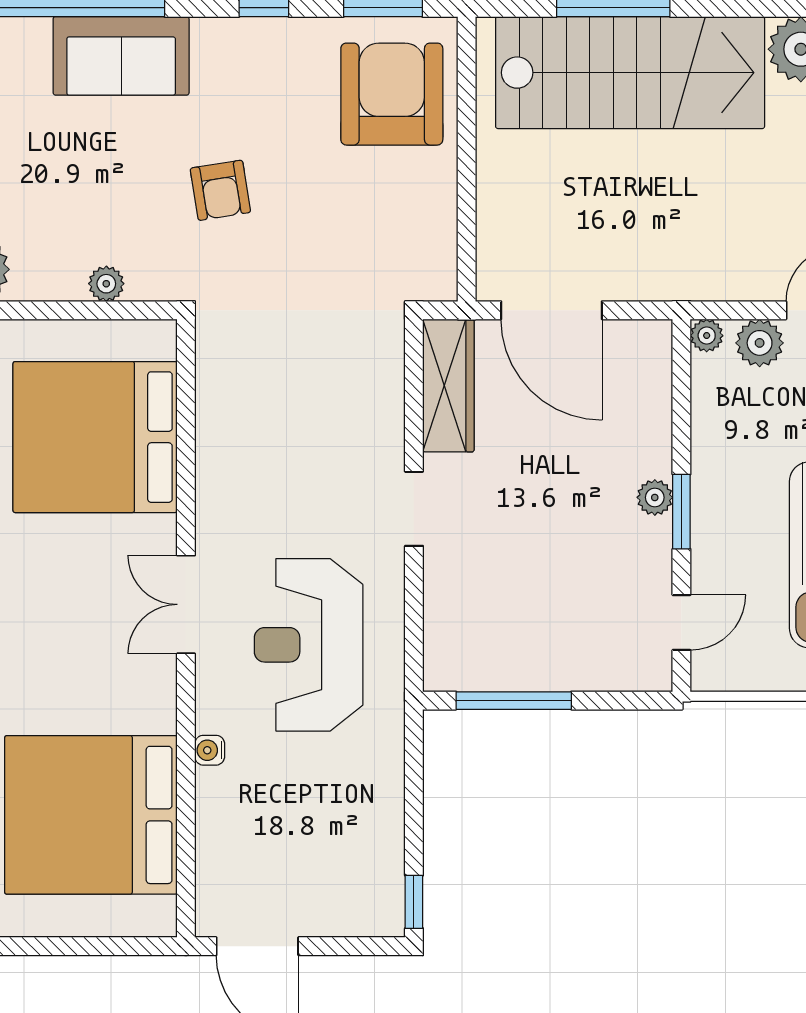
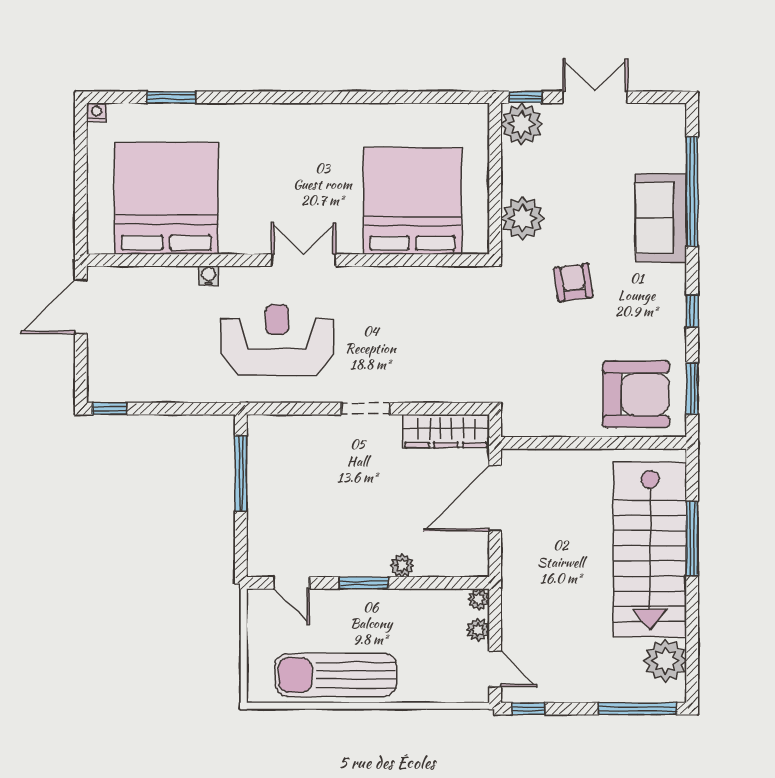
armchair: (220, 190) -> (573, 283), turned 91
plant: (106, 284) -> (523, 218), width x1.87, depth x1.87
plant: (760, 343) -> (478, 630), width x0.73, depth x0.73
plant: (655, 497) -> (402, 566), moved

